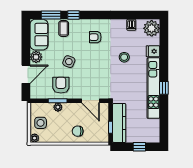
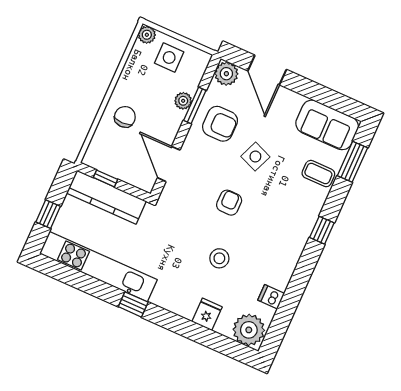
window: (73, 15) -> (322, 230), moved
armchair: (95, 37) -> (229, 203), moved
plant: (36, 57) -> (226, 74), moved
kitchen unit: (153, 88) -> (98, 267), moved
door: (91, 101) -> (169, 164), hinge flipped

